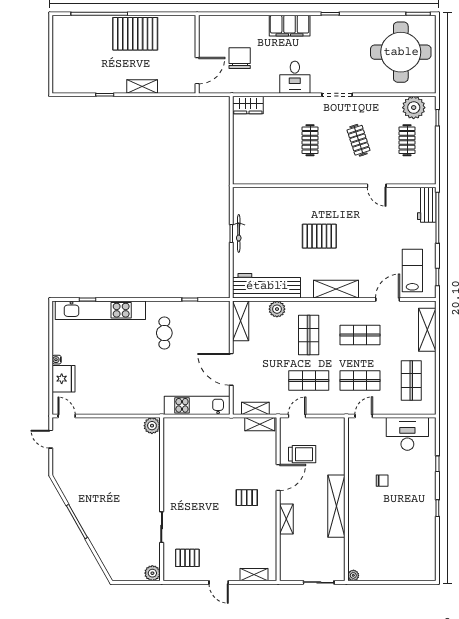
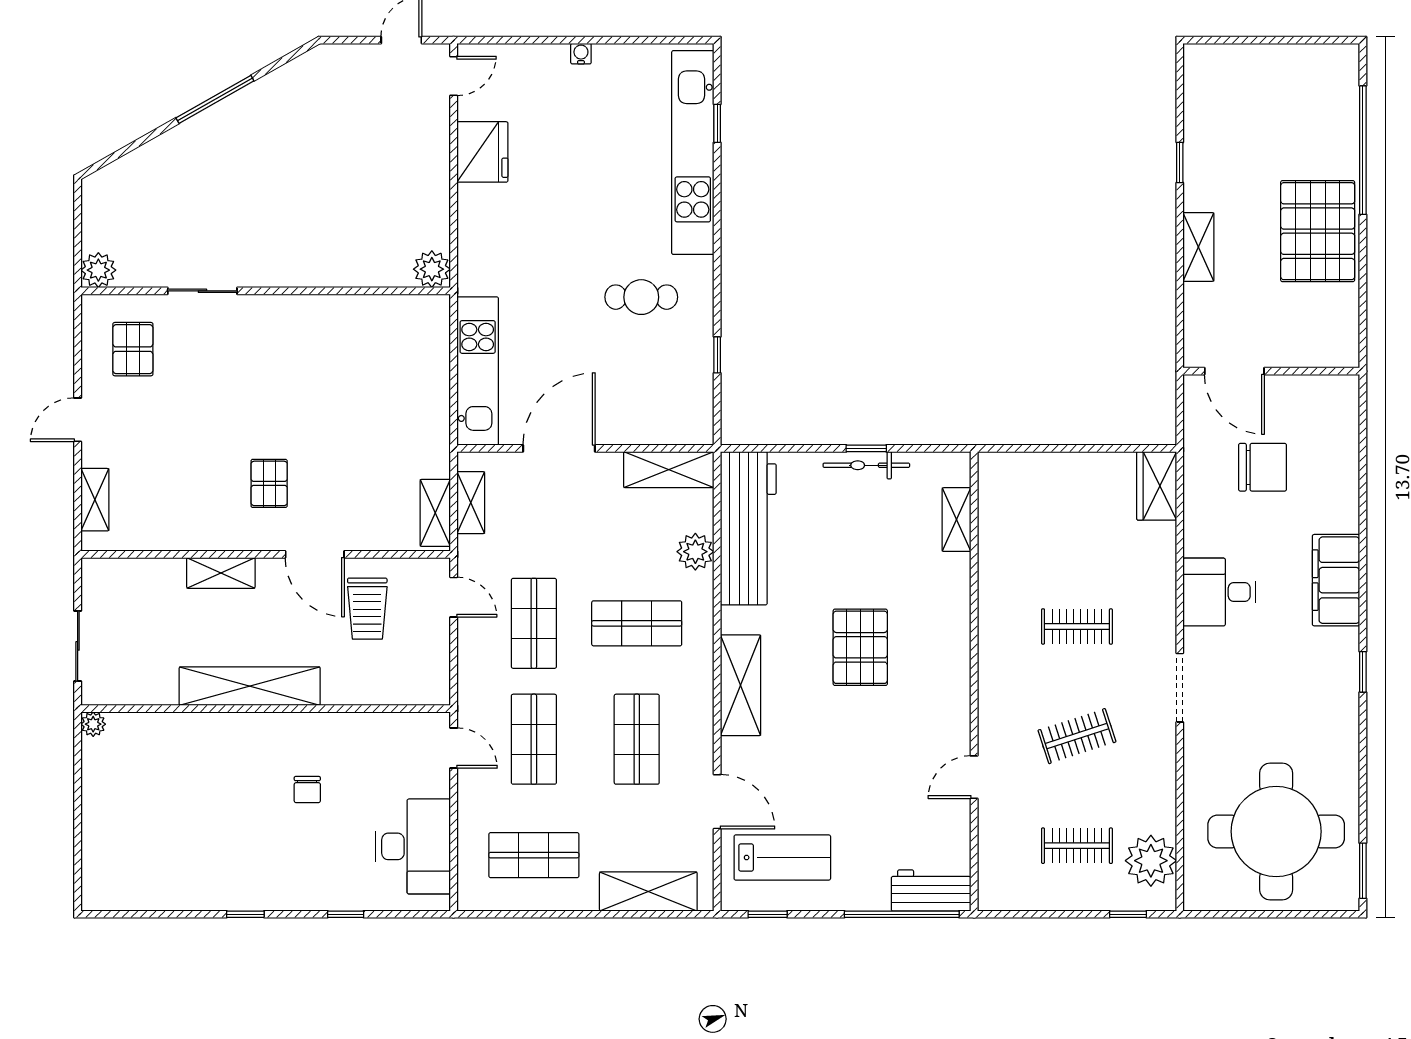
shelving: (263, 193) -> (957, 520), added
fridge: (63, 379) -> (482, 152), moved, turned -90

